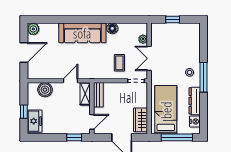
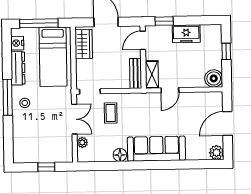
boiler: (45, 90) -> (214, 78), moved
freezer: (35, 121) -> (186, 34), moved, turned -90

